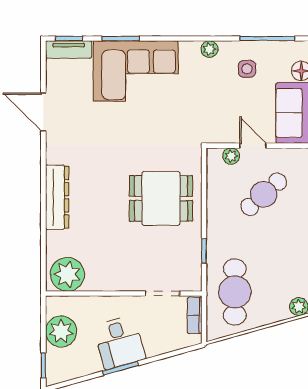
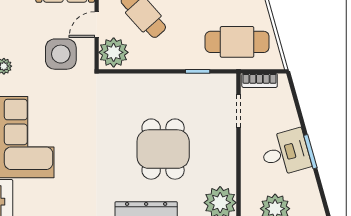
side table: (247, 69) -> (61, 54), moved, width x1.87, depth x1.87
plant: (231, 156) -> (114, 52), width x1.88, depth x1.88
dining table: (161, 198) -> (163, 149), moved

